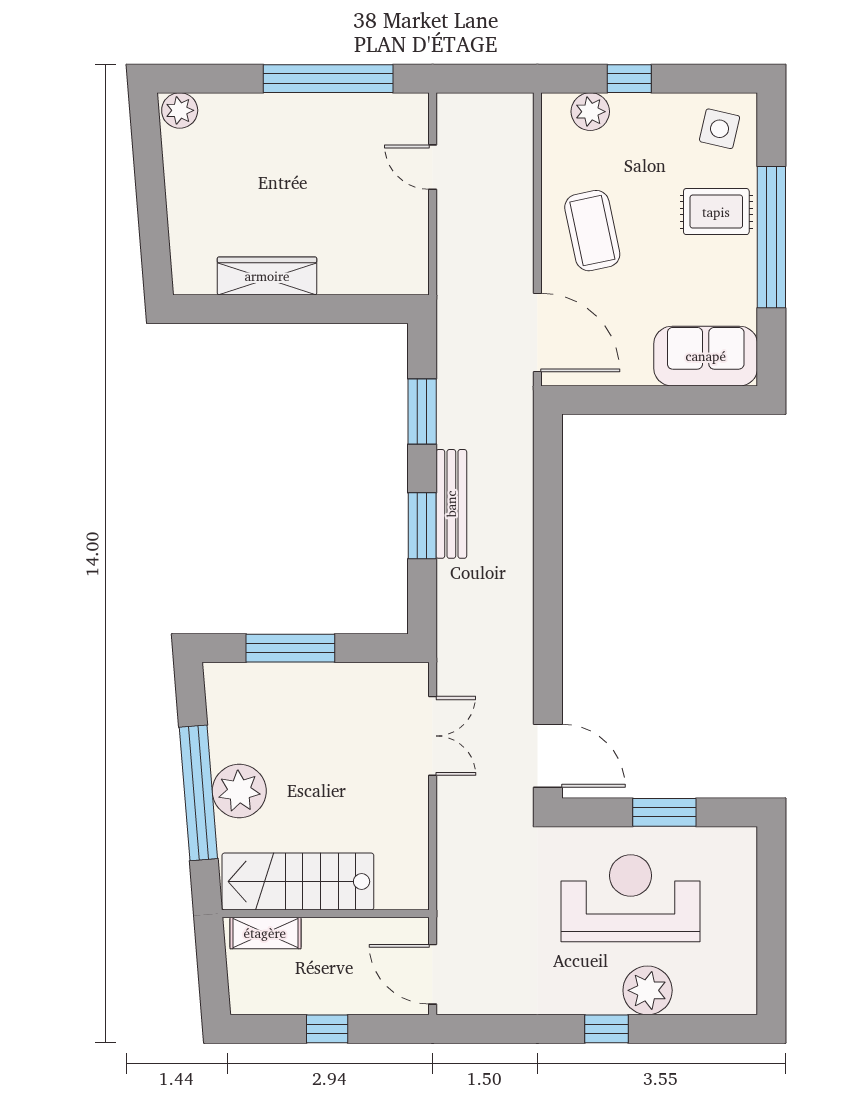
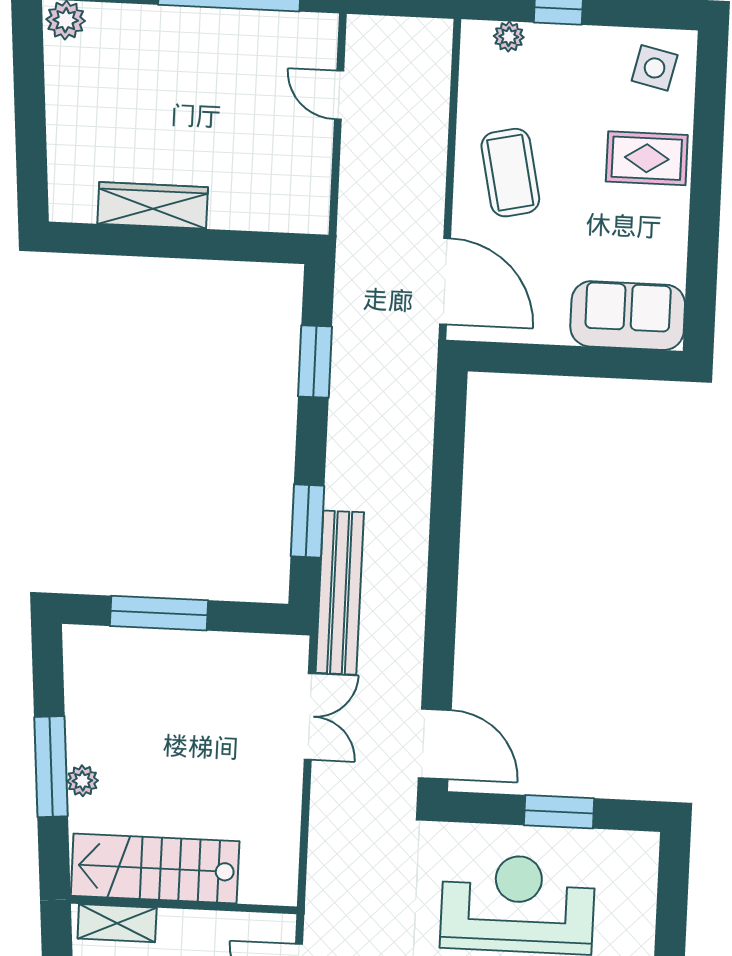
plant: (590, 112) -> (509, 37), width x0.73, depth x0.73
window: (771, 237) -> (706, 189), removed
bench: (451, 504) -> (340, 593), moved, width x1.37, depth x1.21
window: (422, 526) -> (308, 521), moved
plant: (239, 791) -> (82, 781), width x0.53, depth x0.53
window: (198, 793) -> (51, 767), width x0.68

